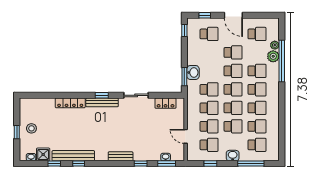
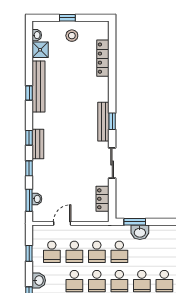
locker: (70, 103) -> (103, 58), moved
window: (54, 164) -> (29, 138), moved

